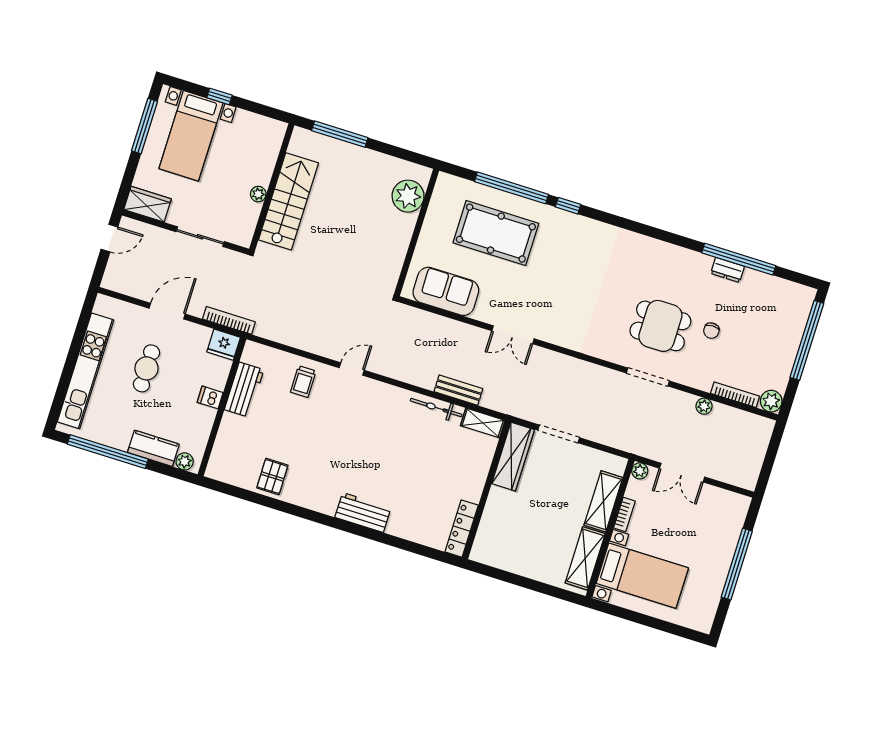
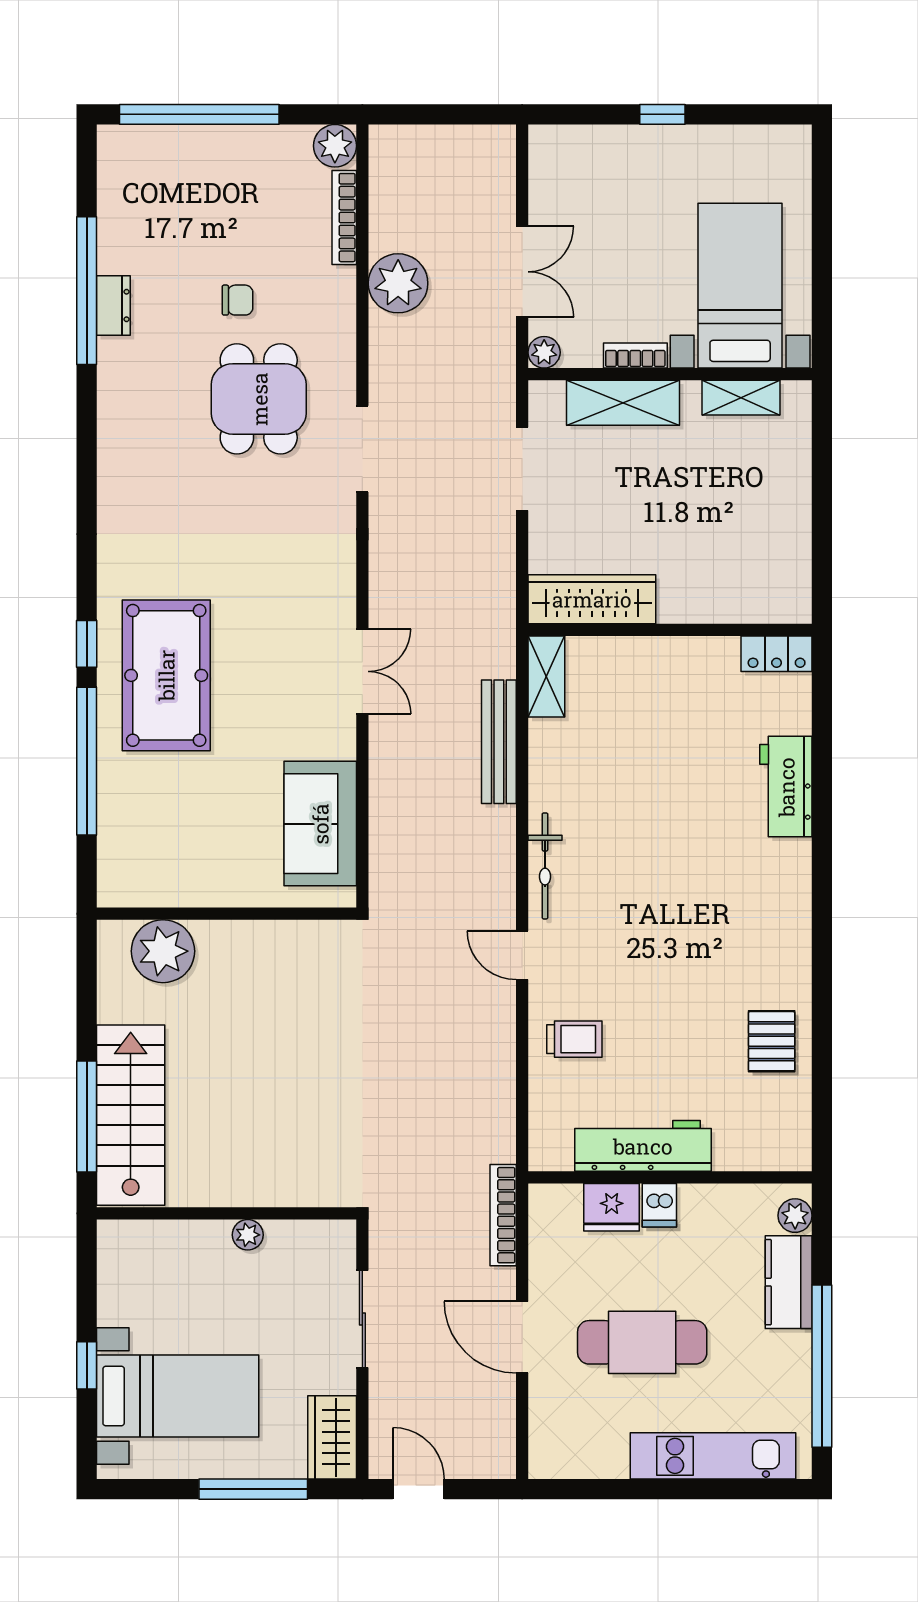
window: (145, 126) -> (253, 1489), moved
stairs: (288, 201) -> (131, 1115), moved, turned 90
pool table: (496, 233) -> (166, 675), moved
fridge: (224, 345) -> (612, 1207), moved, turned 90
cafe table: (147, 368) -> (642, 1342), width x1.37, depth x1.35
kitchen unit: (85, 371) -> (713, 1456), width x0.73
doorway: (648, 377) -> (362, 449), moved
workbench: (244, 390) -> (643, 1146), width x1.38
bench: (458, 390) -> (499, 742), width x1.36
plant: (704, 406) -> (398, 283), width x1.88, depth x1.88
bicycle: (436, 408) -> (545, 866), moved
doorway: (559, 434) -> (522, 469), moved
pallet: (272, 477) -> (772, 1041), turned 90
workbench: (363, 513) -> (786, 787), moved
locker: (462, 529) -> (777, 654), width x0.66
shelving: (585, 558) -> (741, 398), width x0.67, depth x0.75
window: (737, 564) -> (662, 114), width x0.32

